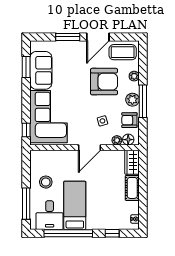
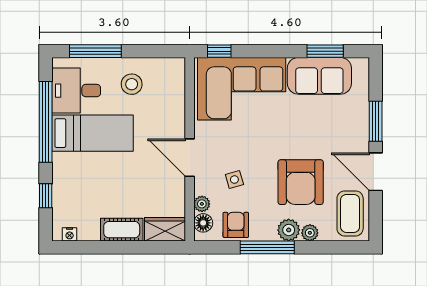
plant: (132, 100) -> (289, 230), moved

